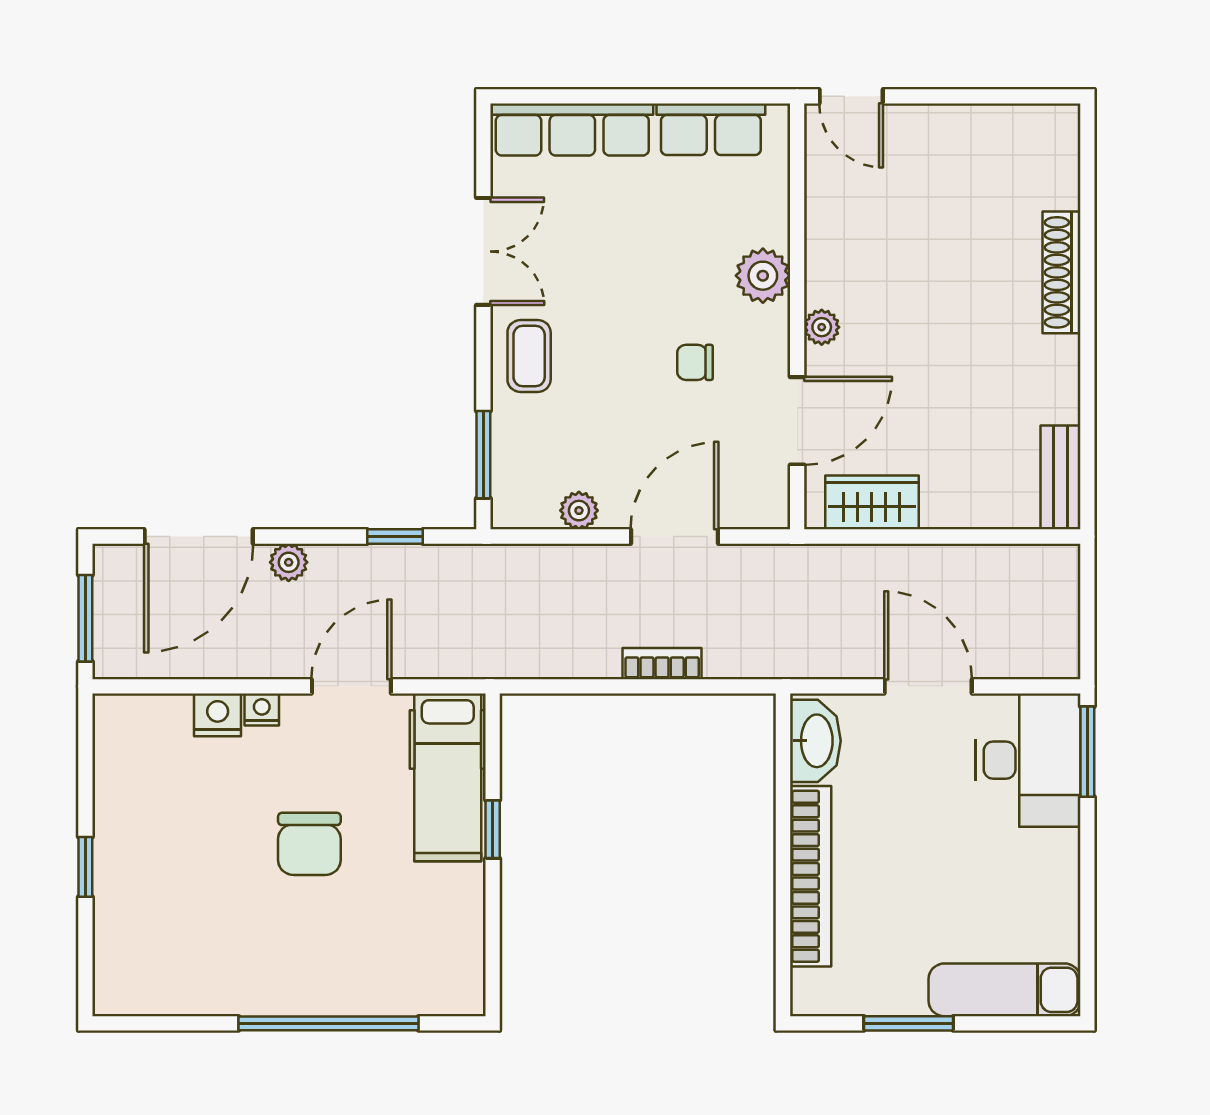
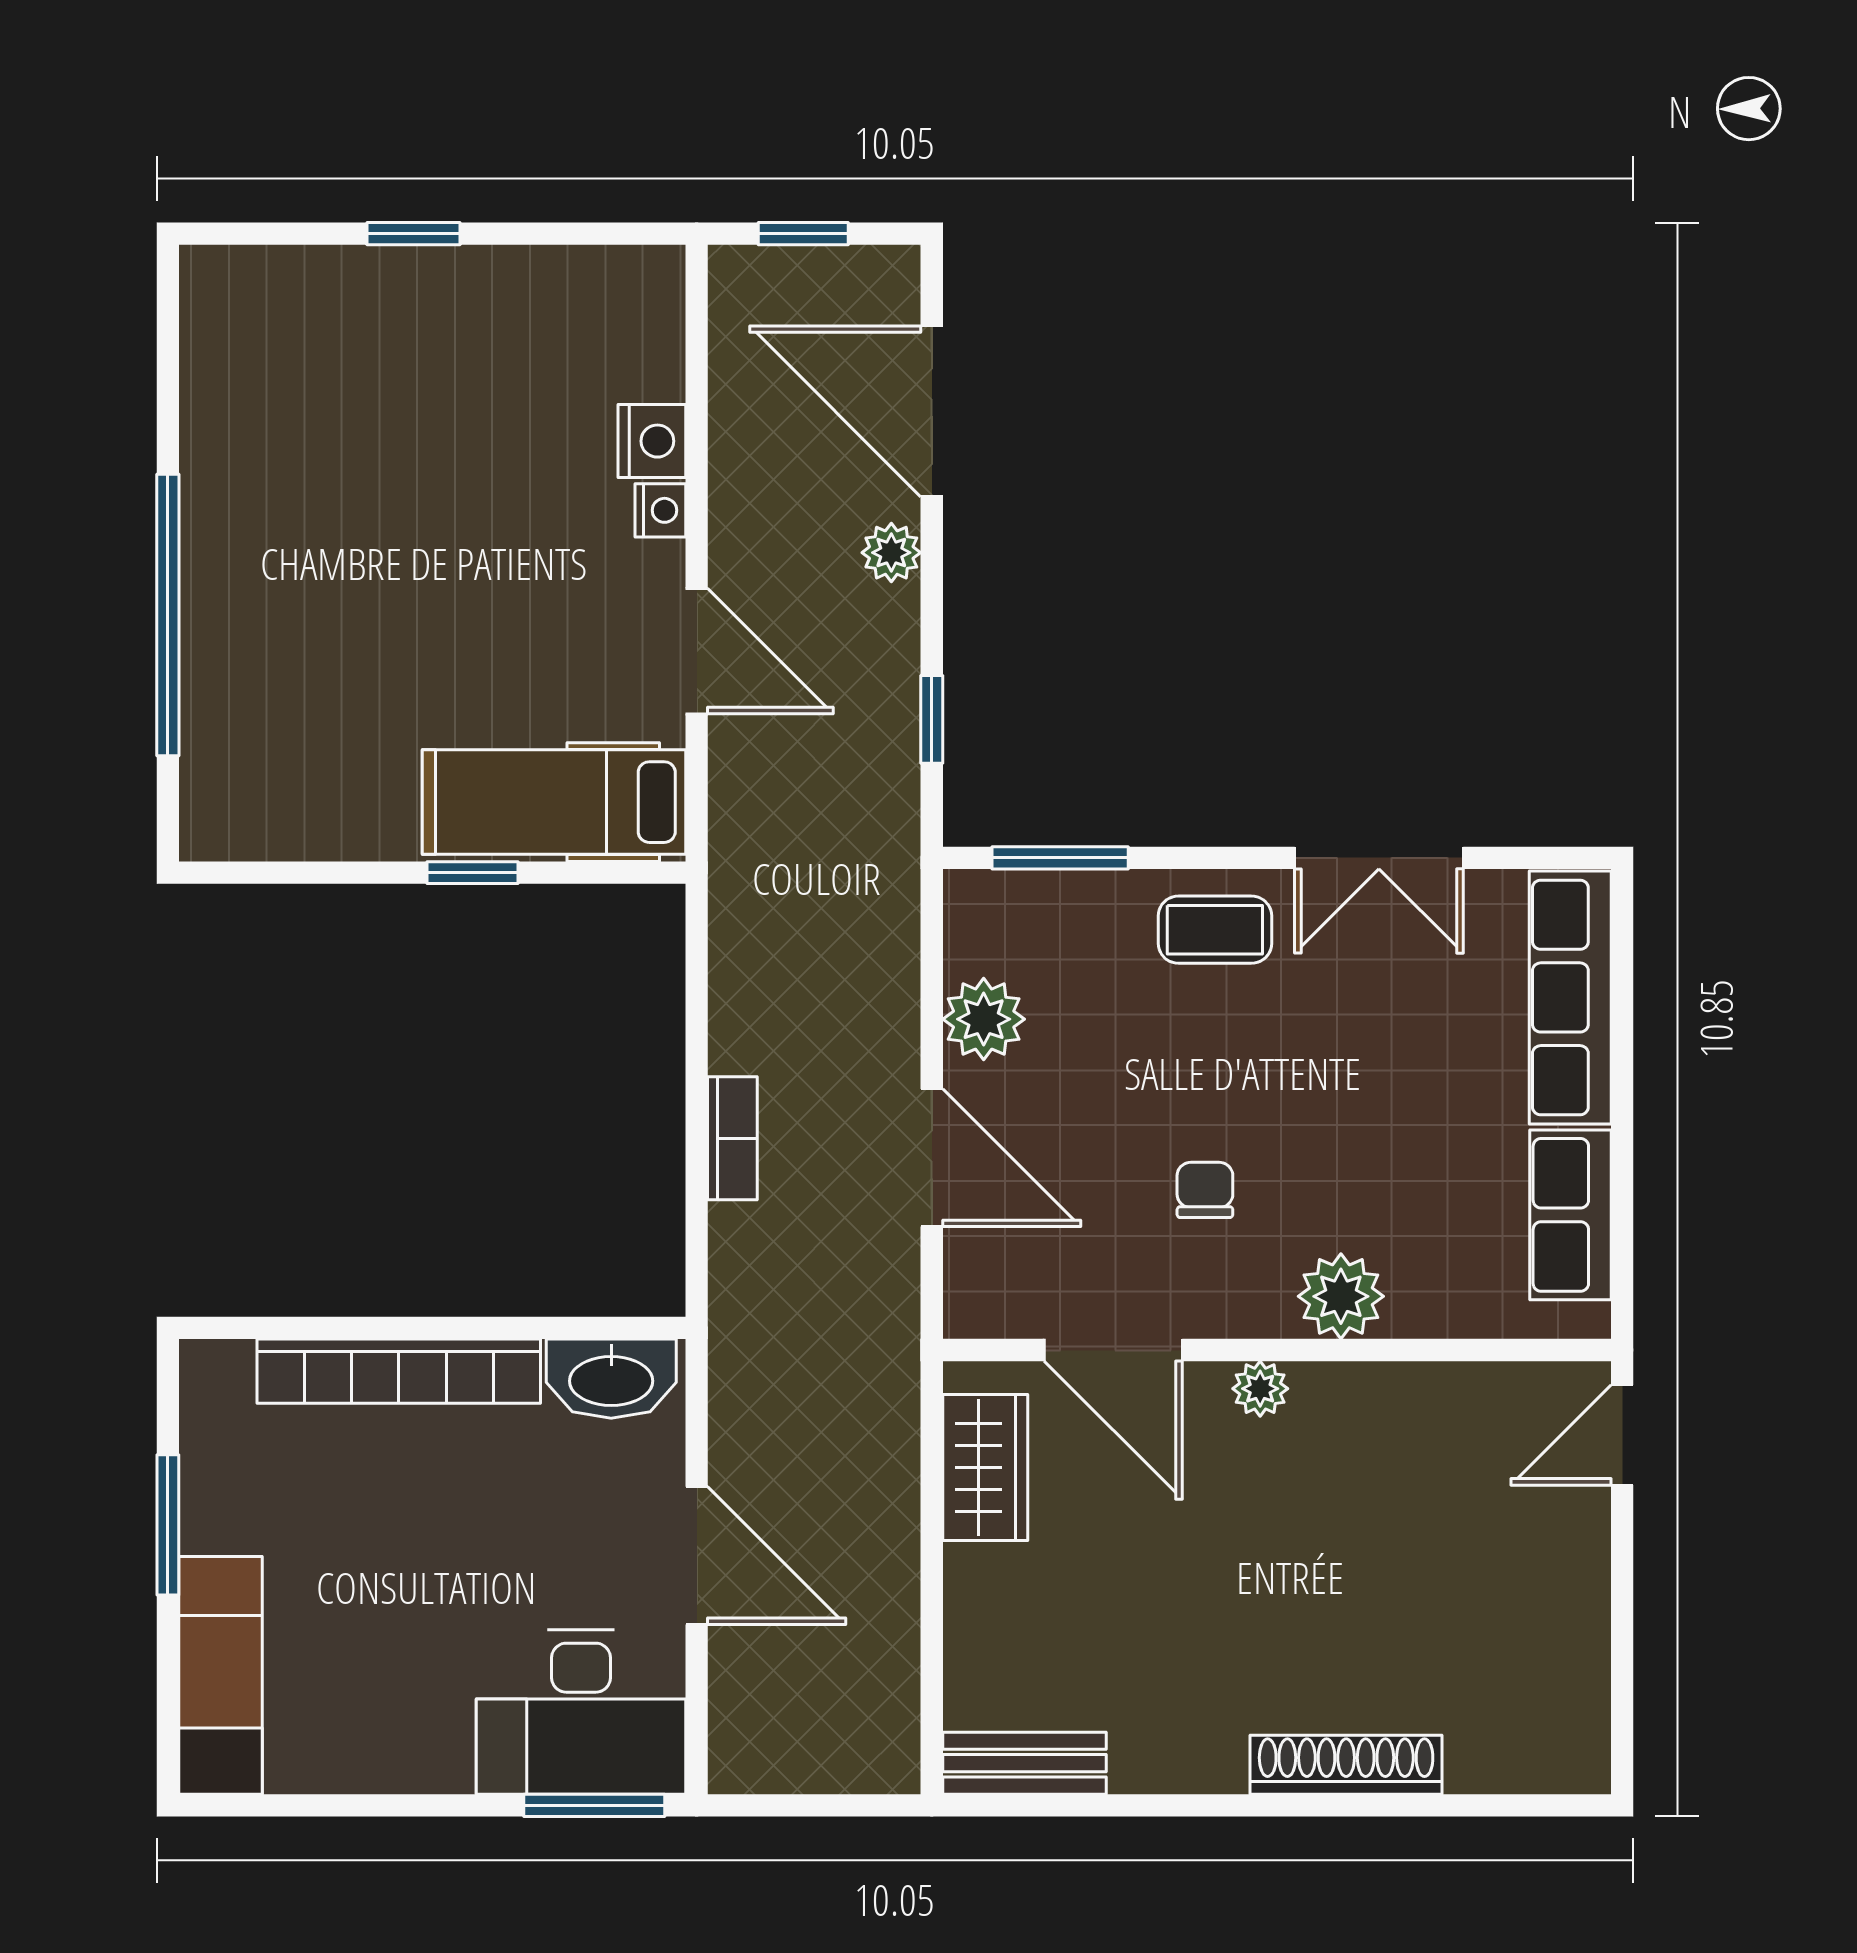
plant: (579, 511) -> (984, 1019), width x1.38, depth x1.38
window: (85, 618) -> (803, 234), width x0.67
door: (928, 686) -> (697, 1556), hinge flipped
chair: (309, 844) -> (450, 585), removed

